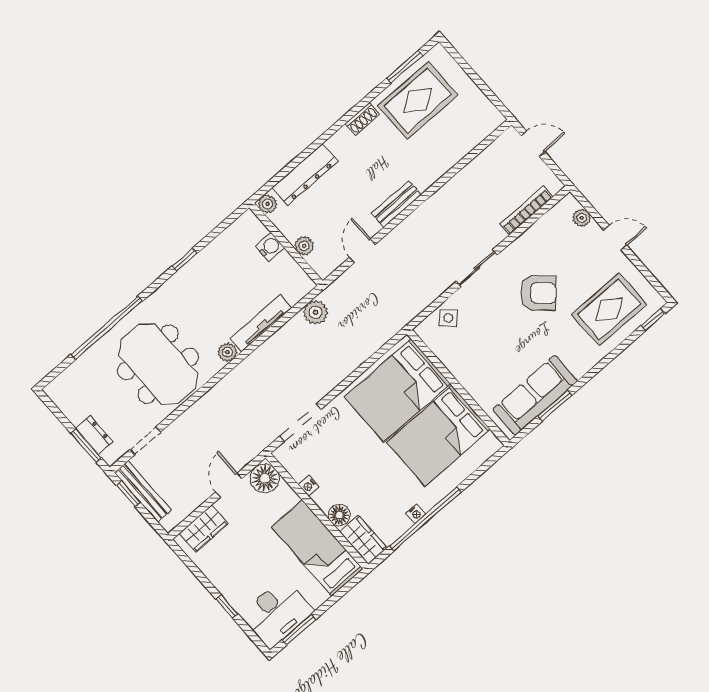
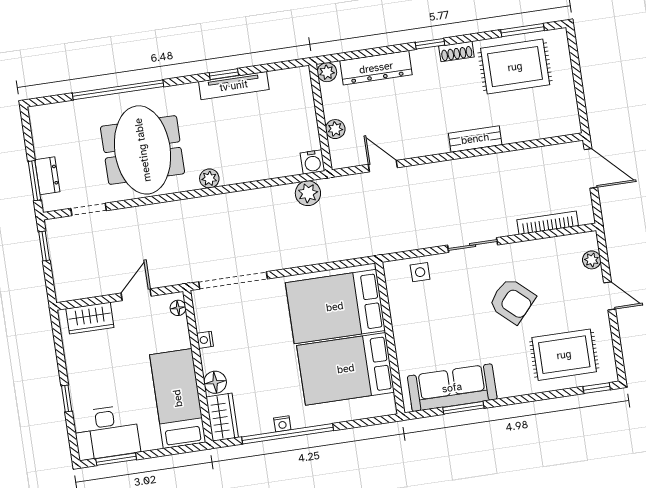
window: (337, 127) -> (430, 44), added
door: (533, 144) -> (591, 168), width x1.38
bench: (396, 204) -> (475, 139), moved
water cooler: (270, 247) -> (312, 162), moved, turned 90
door: (362, 251) -> (383, 166), hinge flipped
side table: (448, 318) -> (420, 272), turned 45
tv unit: (261, 323) -> (234, 86), moved, turned 180
doorway: (300, 423) -> (233, 280), width x1.36
floor lamp: (265, 478) -> (178, 308), width x0.53, depth x0.53
bench: (143, 492) -> (58, 252), removed

